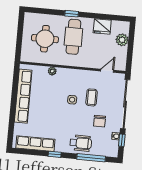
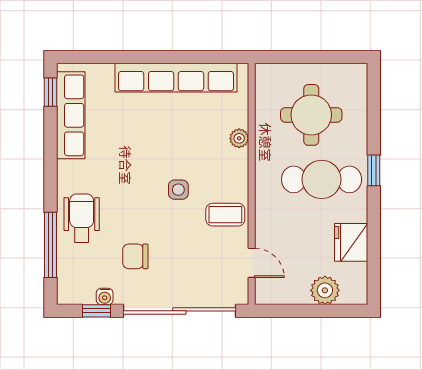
coffee table: (92, 97) -> (225, 215), moved
wheelchair: (81, 143) -> (82, 218), turned 180
window: (55, 154) -> (50, 92), moved

